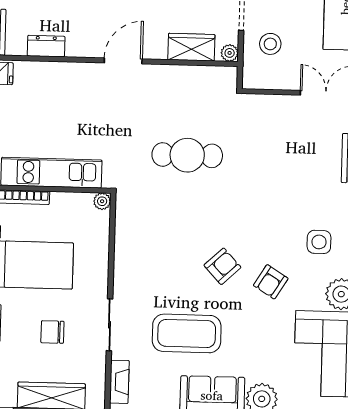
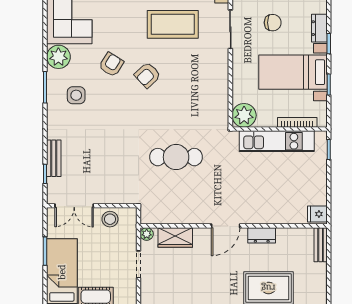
stool: (270, 44) -> (110, 219), moved
dresser: (46, 46) -> (262, 235), moved
plant: (102, 201) -> (244, 115), width x1.88, depth x1.88

